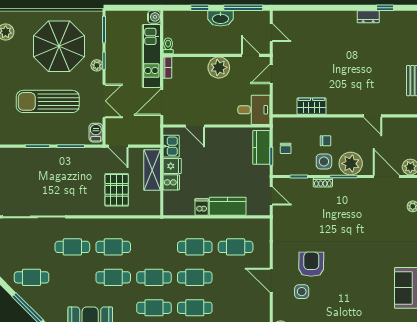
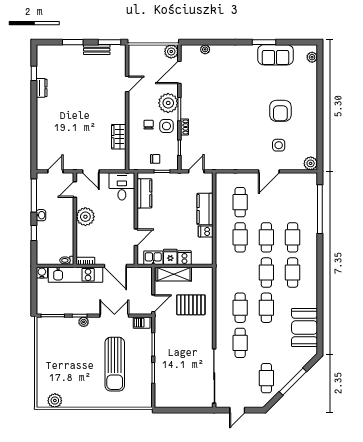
washbasin: (221, 18) -> (41, 215), width x0.52, depth x0.69
parasol: (59, 46) -> (67, 354), removed
kitchen counter: (261, 147) -> (144, 193), moved, turned -90
armchair: (311, 264) -> (280, 111), moved, turned -91

